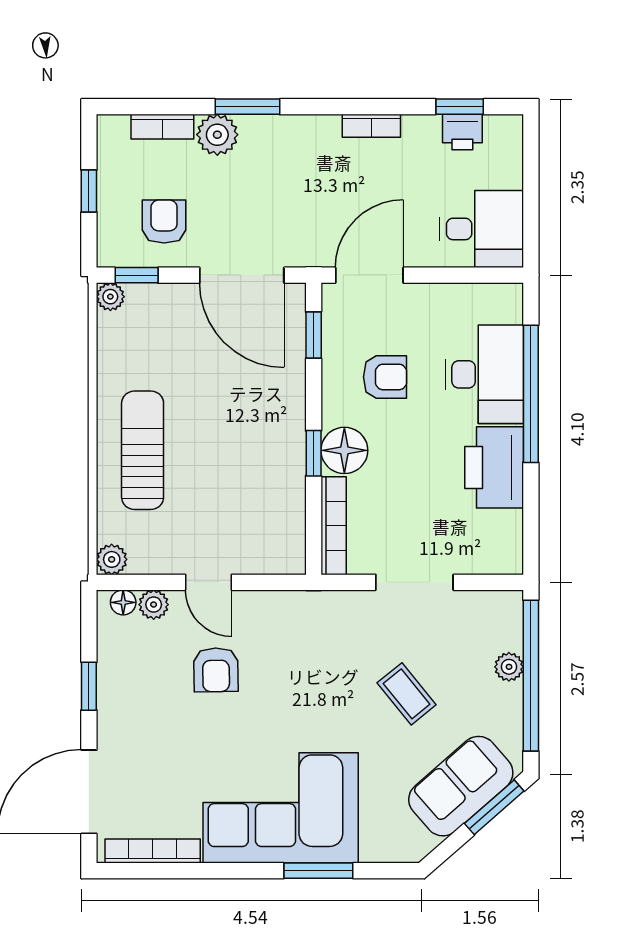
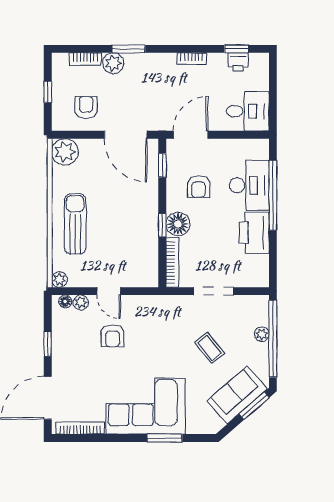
window: (137, 275) -> (72, 135), removed
plant: (110, 297) -> (65, 152), width x1.87, depth x1.87
armchair: (385, 377) -> (199, 187), turned 90

